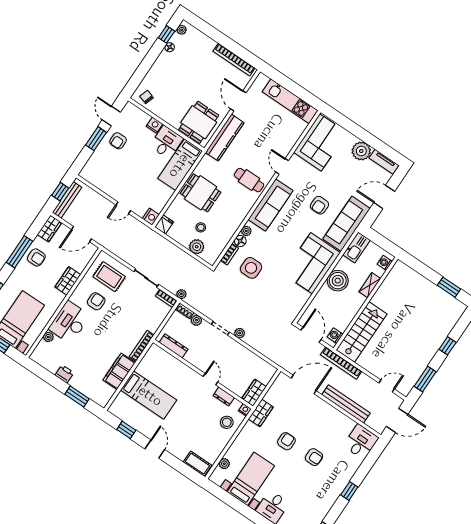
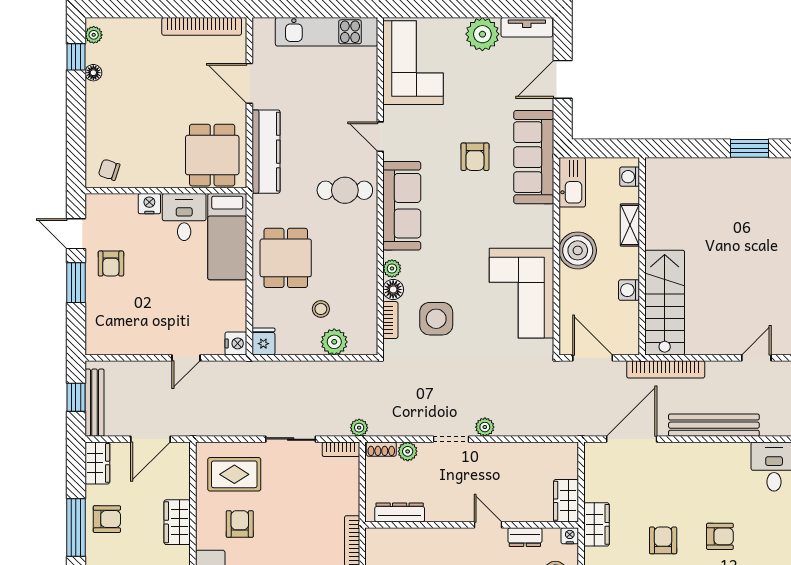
dining table: (201, 193) -> (286, 258), turned 90
corner sofa: (312, 263) -> (522, 293), moved
washing machine: (335, 336) -> (629, 290), moved

